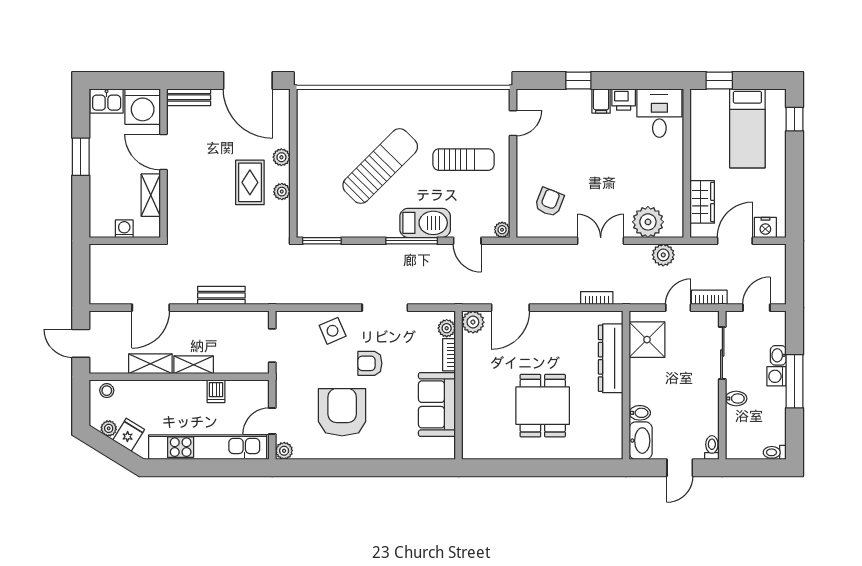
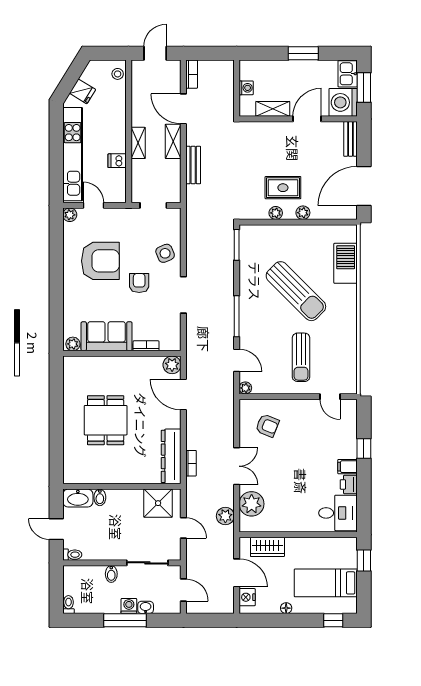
window: (124, 81) -> (364, 87), added
floor lamp: (779, 178) -> (286, 608), added
barbecue: (425, 223) -> (346, 263), moved, turned 180
door: (467, 241) -> (237, 360), swing flipped
bookcase: (709, 297) -> (192, 74), moved
plant: (447, 328) -> (73, 344), moved
dresser: (611, 358) -> (171, 456), moved, turned -90
shelving: (150, 364) -> (173, 141), moved
dining table: (543, 406) -> (106, 420), turned 90
plant: (109, 428) -> (88, 75), removed

